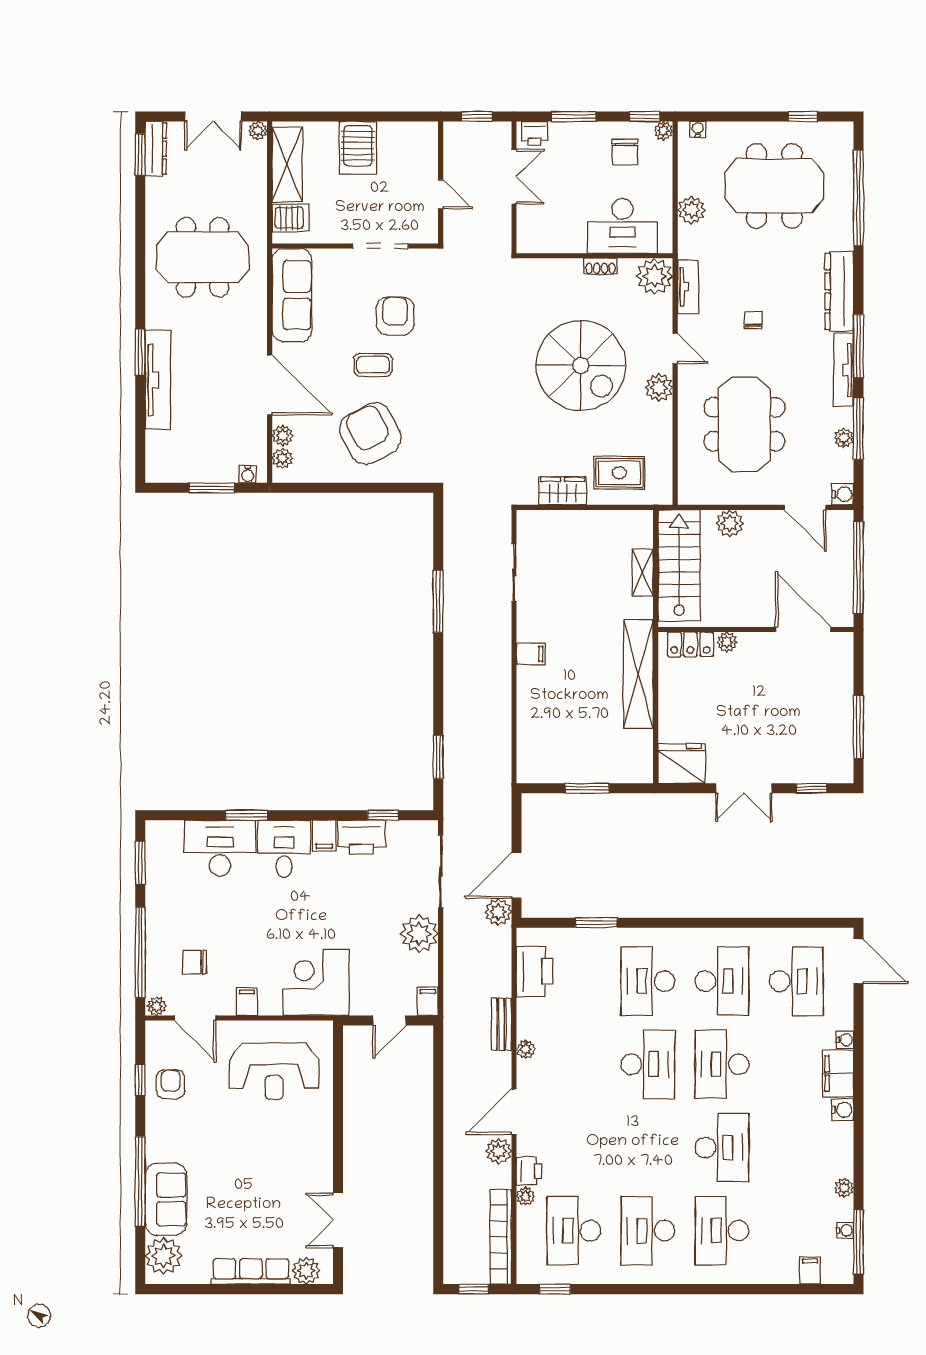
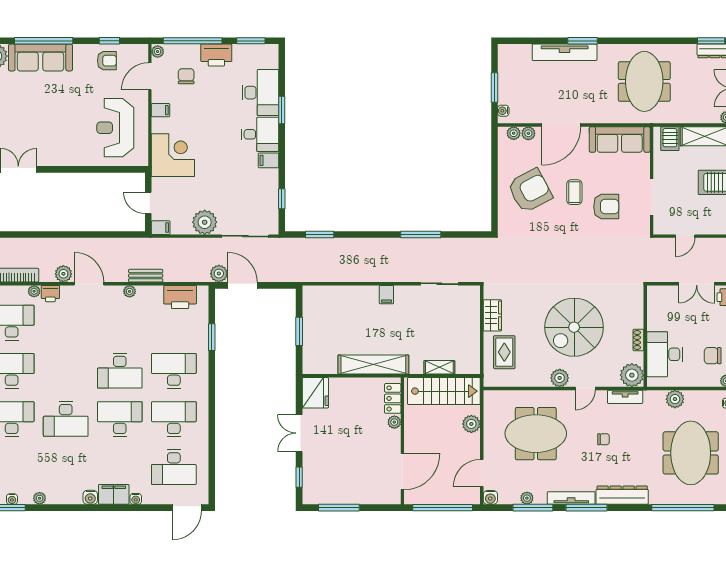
printer: (361, 837) -> (216, 55), moved, turned -90
desk: (722, 981) -> (174, 419), turned 180
sofa: (166, 1199) -> (40, 58), width x1.36

